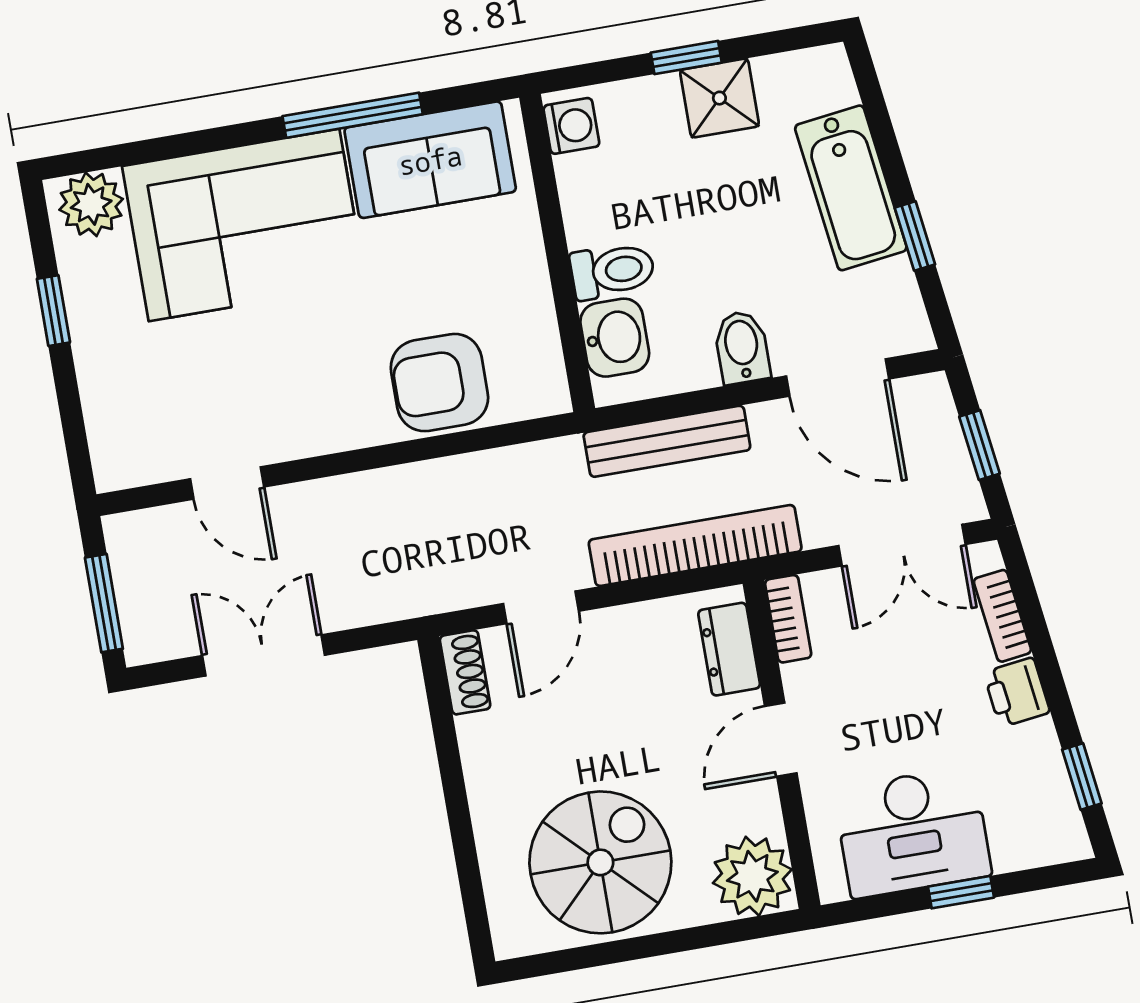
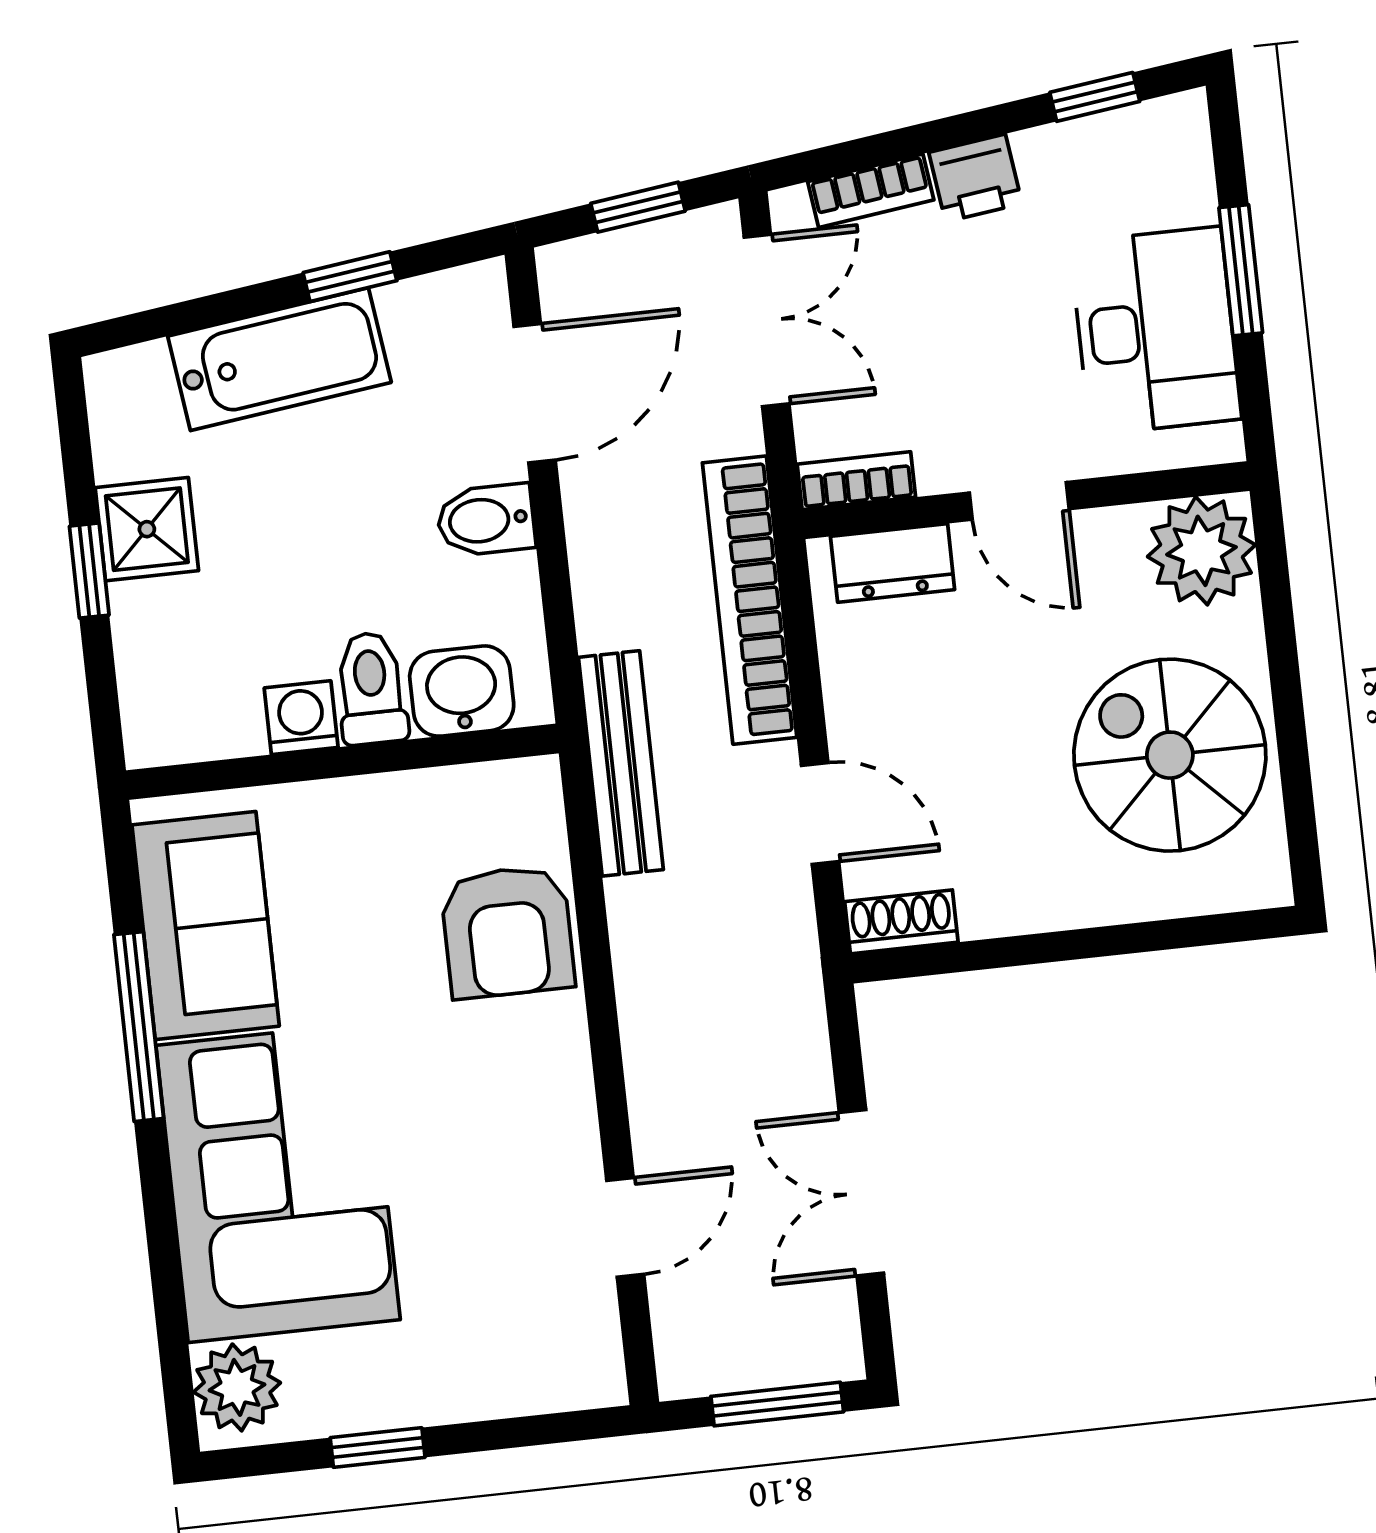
washing machine: (571, 126) -> (301, 718), moved
bench: (667, 441) -> (621, 763), moved
window: (961, 892) -> (1241, 270), width x1.50

